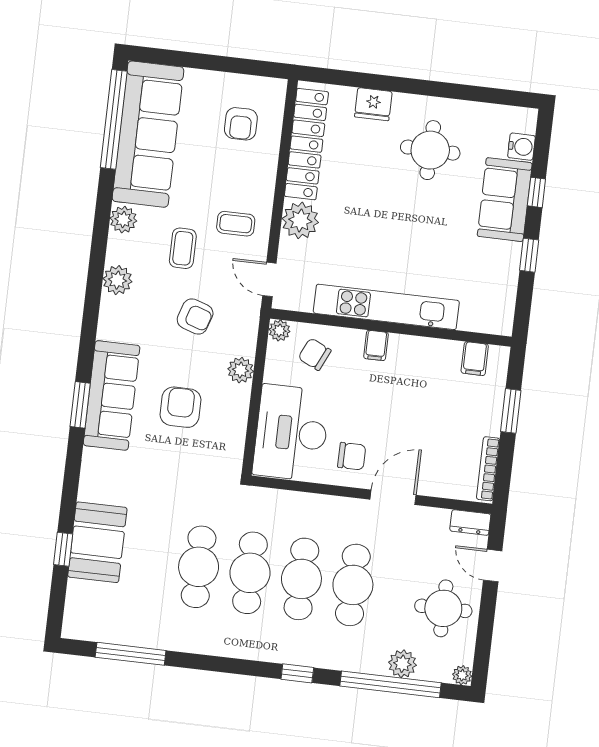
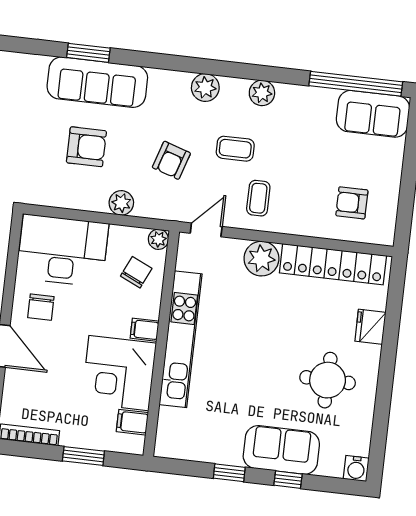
sofa: (148, 134) -> (373, 114), width x0.54, depth x0.79
water cooler: (521, 147) -> (356, 468), moved
corner desk: (422, 373) -> (119, 373), added

